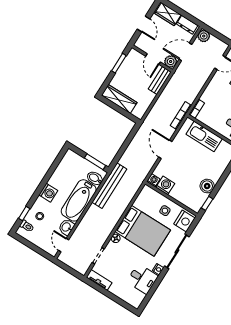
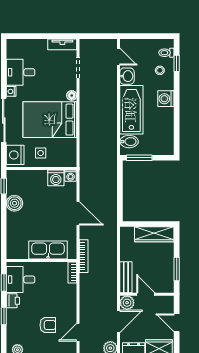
bench: (109, 186) -> (110, 143), removed

